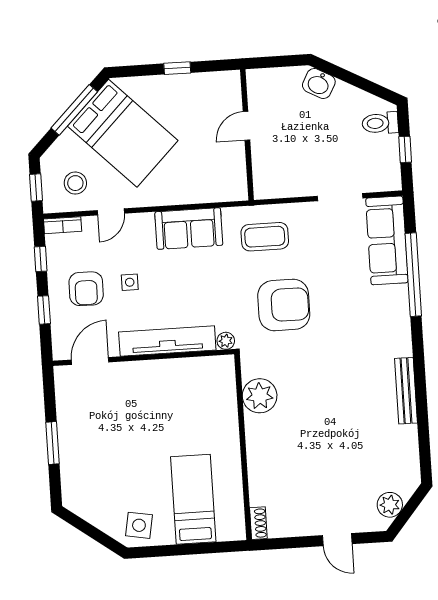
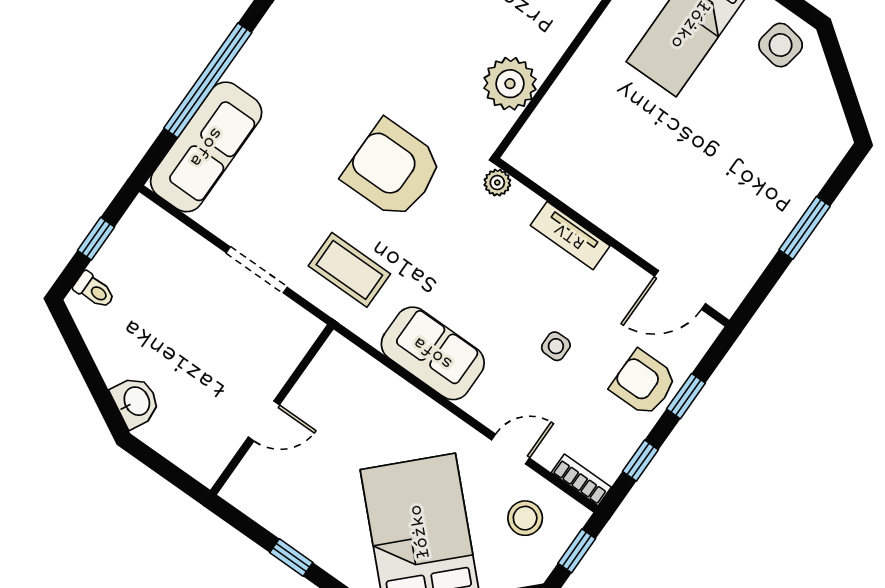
toilet: (380, 123) -> (94, 290), width x0.73, depth x0.72
doorway: (340, 197) -> (257, 270), moved
armchair: (86, 289) -> (644, 383), moved, turned -91
tv unit: (167, 341) -> (570, 236), width x0.52, depth x0.78

